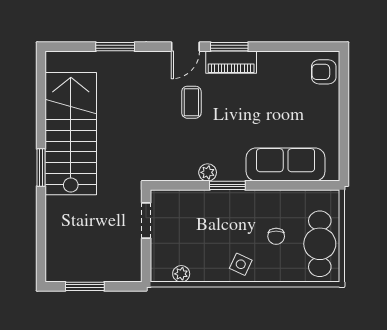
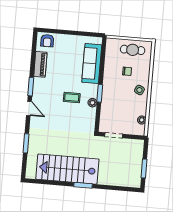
piano: (231, 62) -> (40, 64), moved
coffee table: (191, 102) -> (72, 98), moved
cafe table: (320, 244) -> (133, 50), width x0.73, depth x0.74

